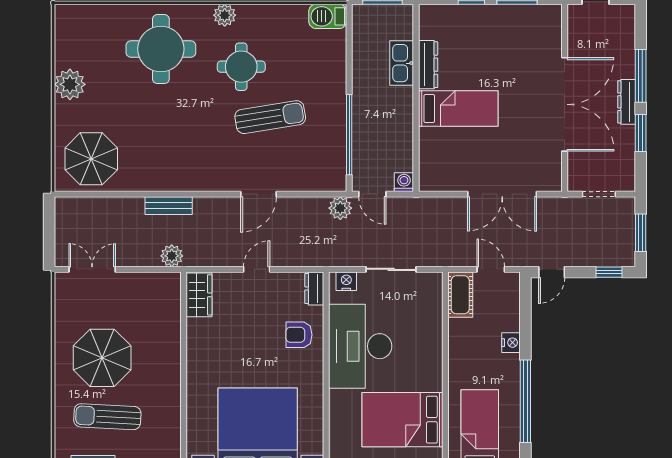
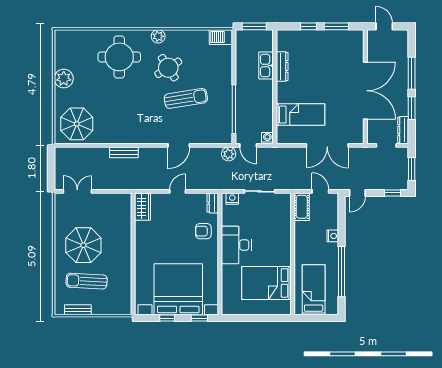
round table: (241, 67) -> (168, 68), turned -32
dresser: (627, 102) -> (403, 130), moved
bed: (458, 109) -> (300, 115), moved
plant: (172, 256) -> (126, 183), removed
desk: (360, 346) -> (236, 245), width x0.73, depth x0.77

